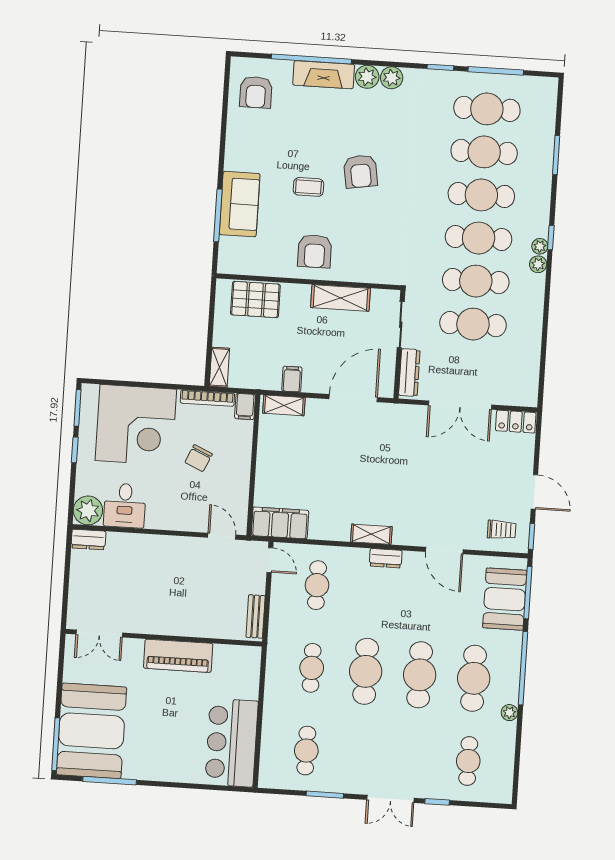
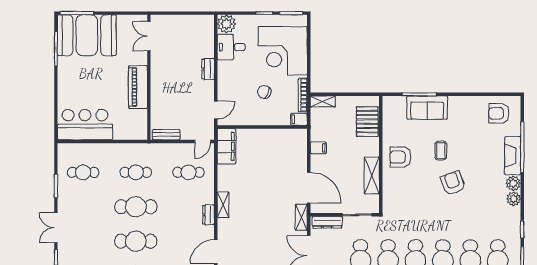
armchair: (361, 171) -> (453, 183), turned 79
shelving: (284, 405) -> (301, 217), moved
dresser: (88, 540) -> (208, 69), moved

